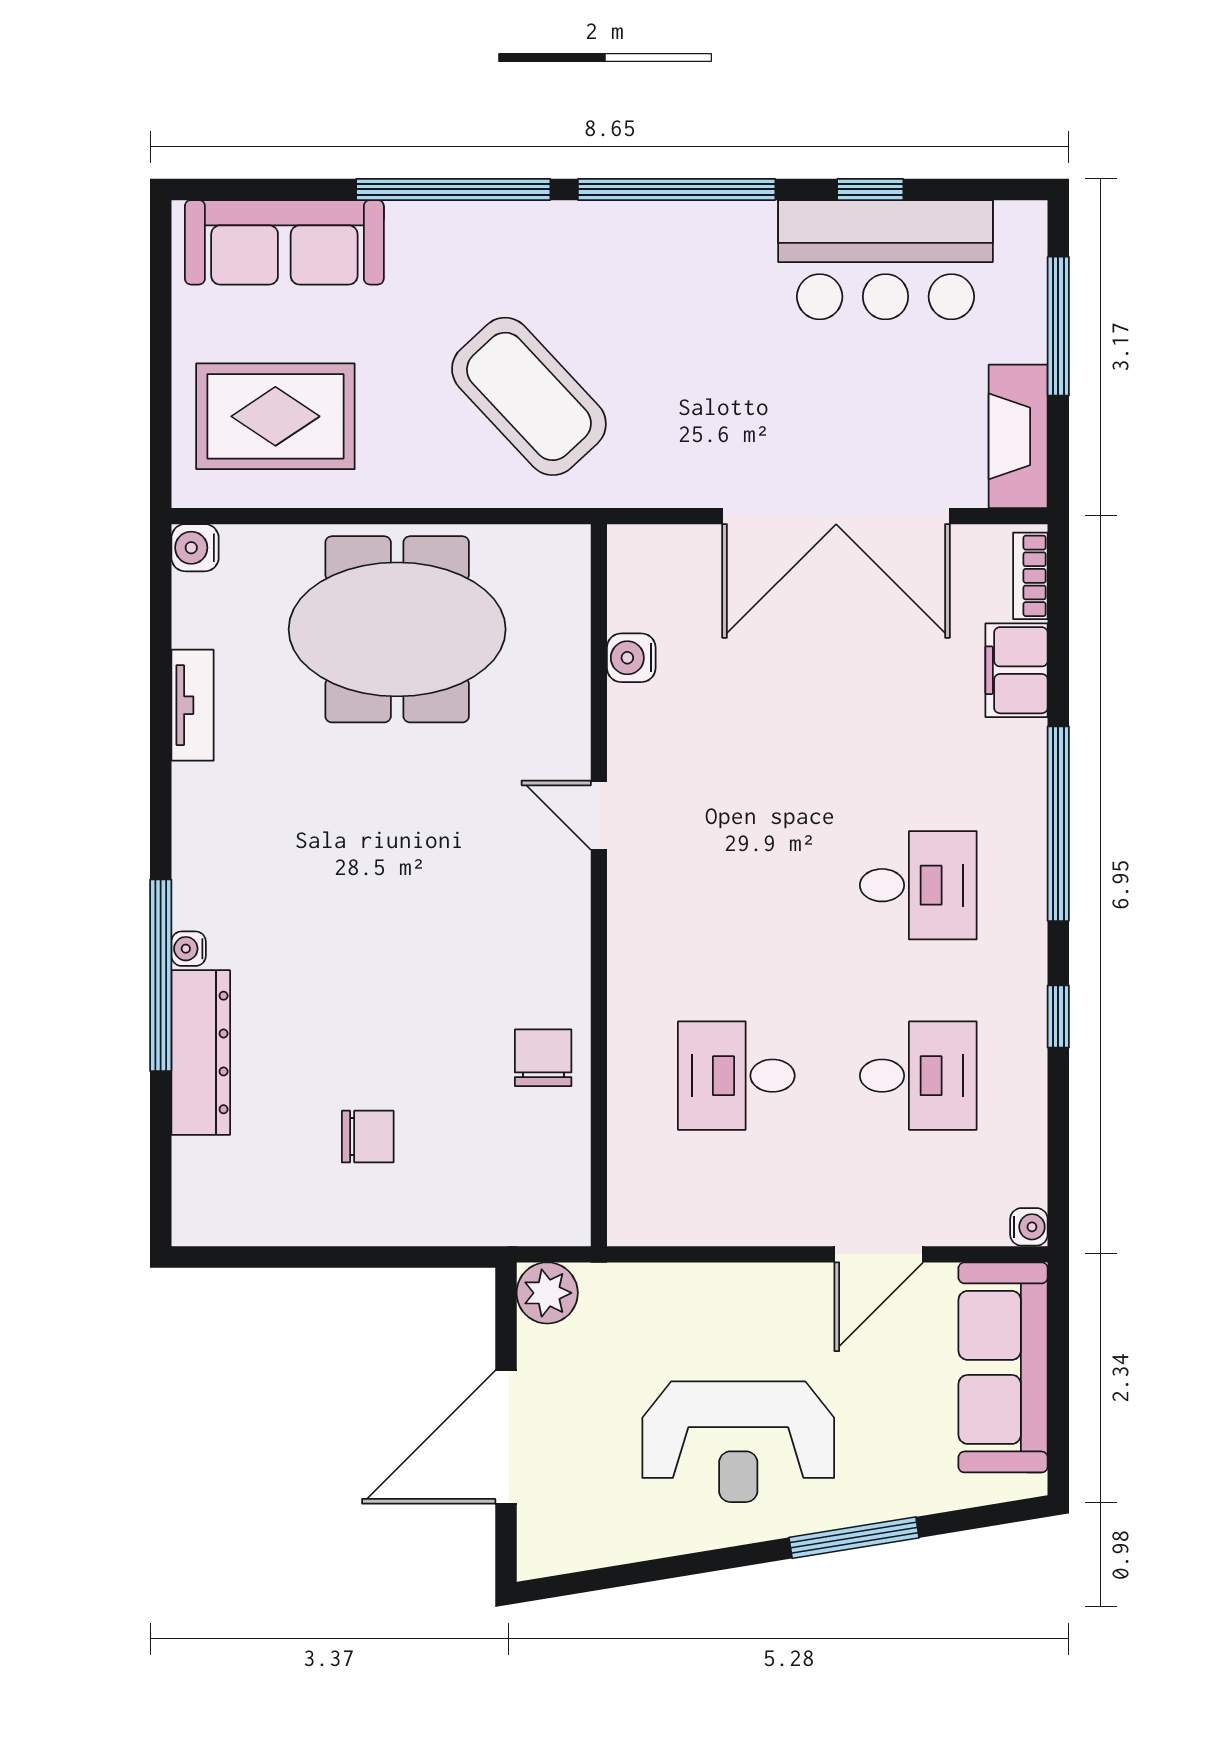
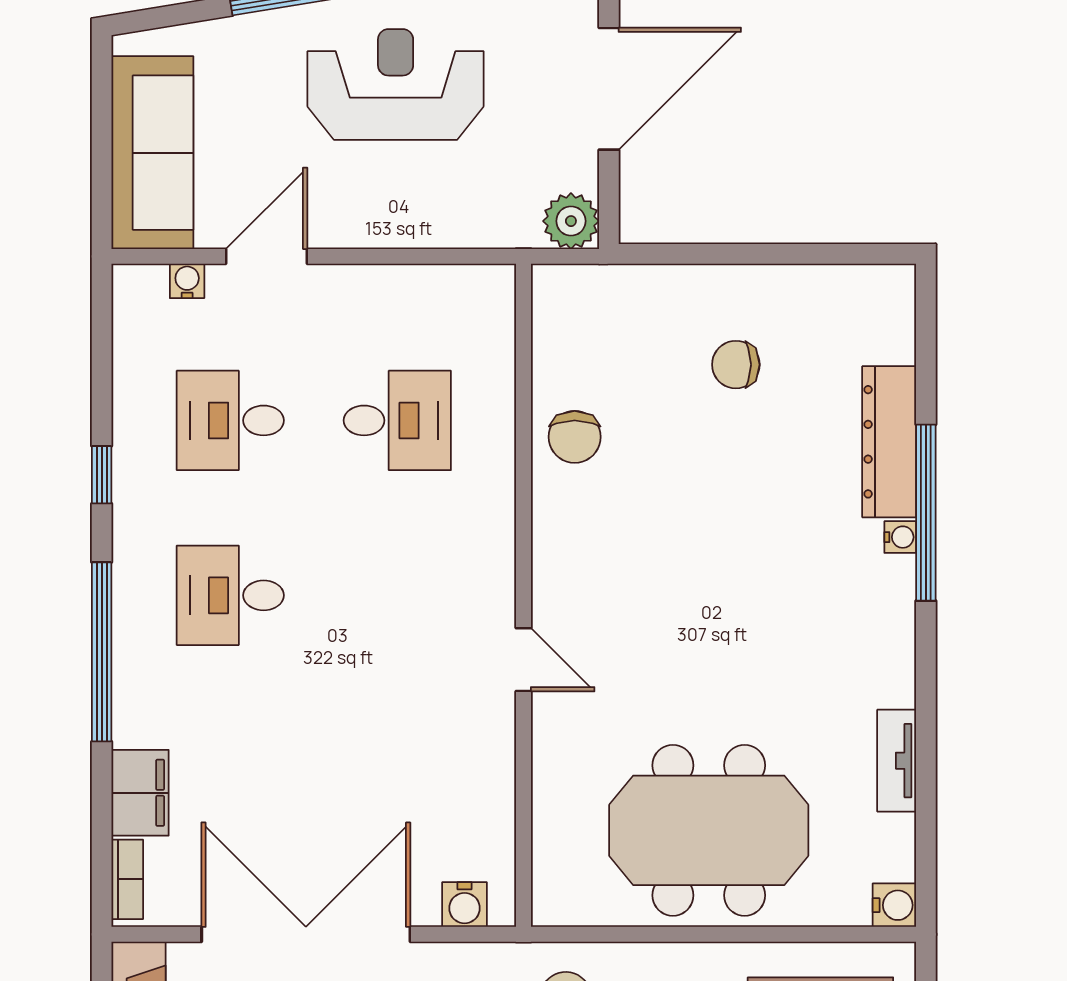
water cooler: (631, 658) -> (465, 905), moved, turned 90
water cooler: (1029, 1227) -> (187, 281), moved, turned 90

